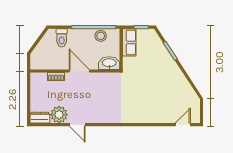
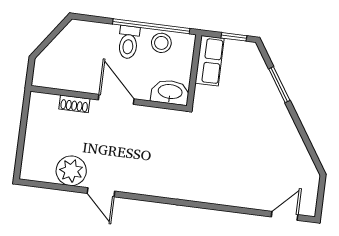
toilet: (62, 38) -> (128, 42), moved
dresser: (40, 118) -> (37, 172), removed

